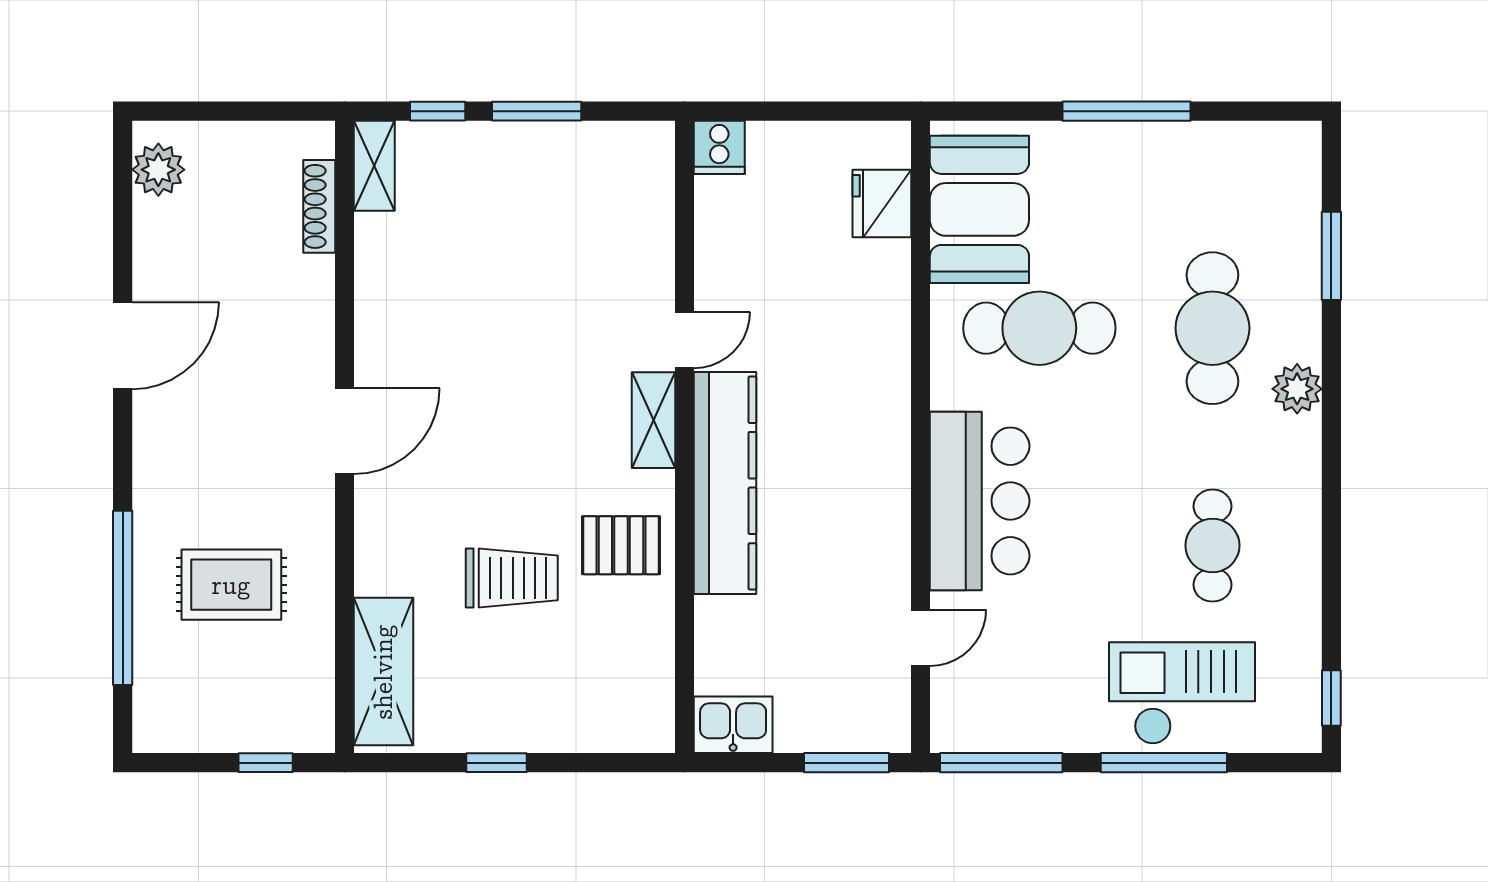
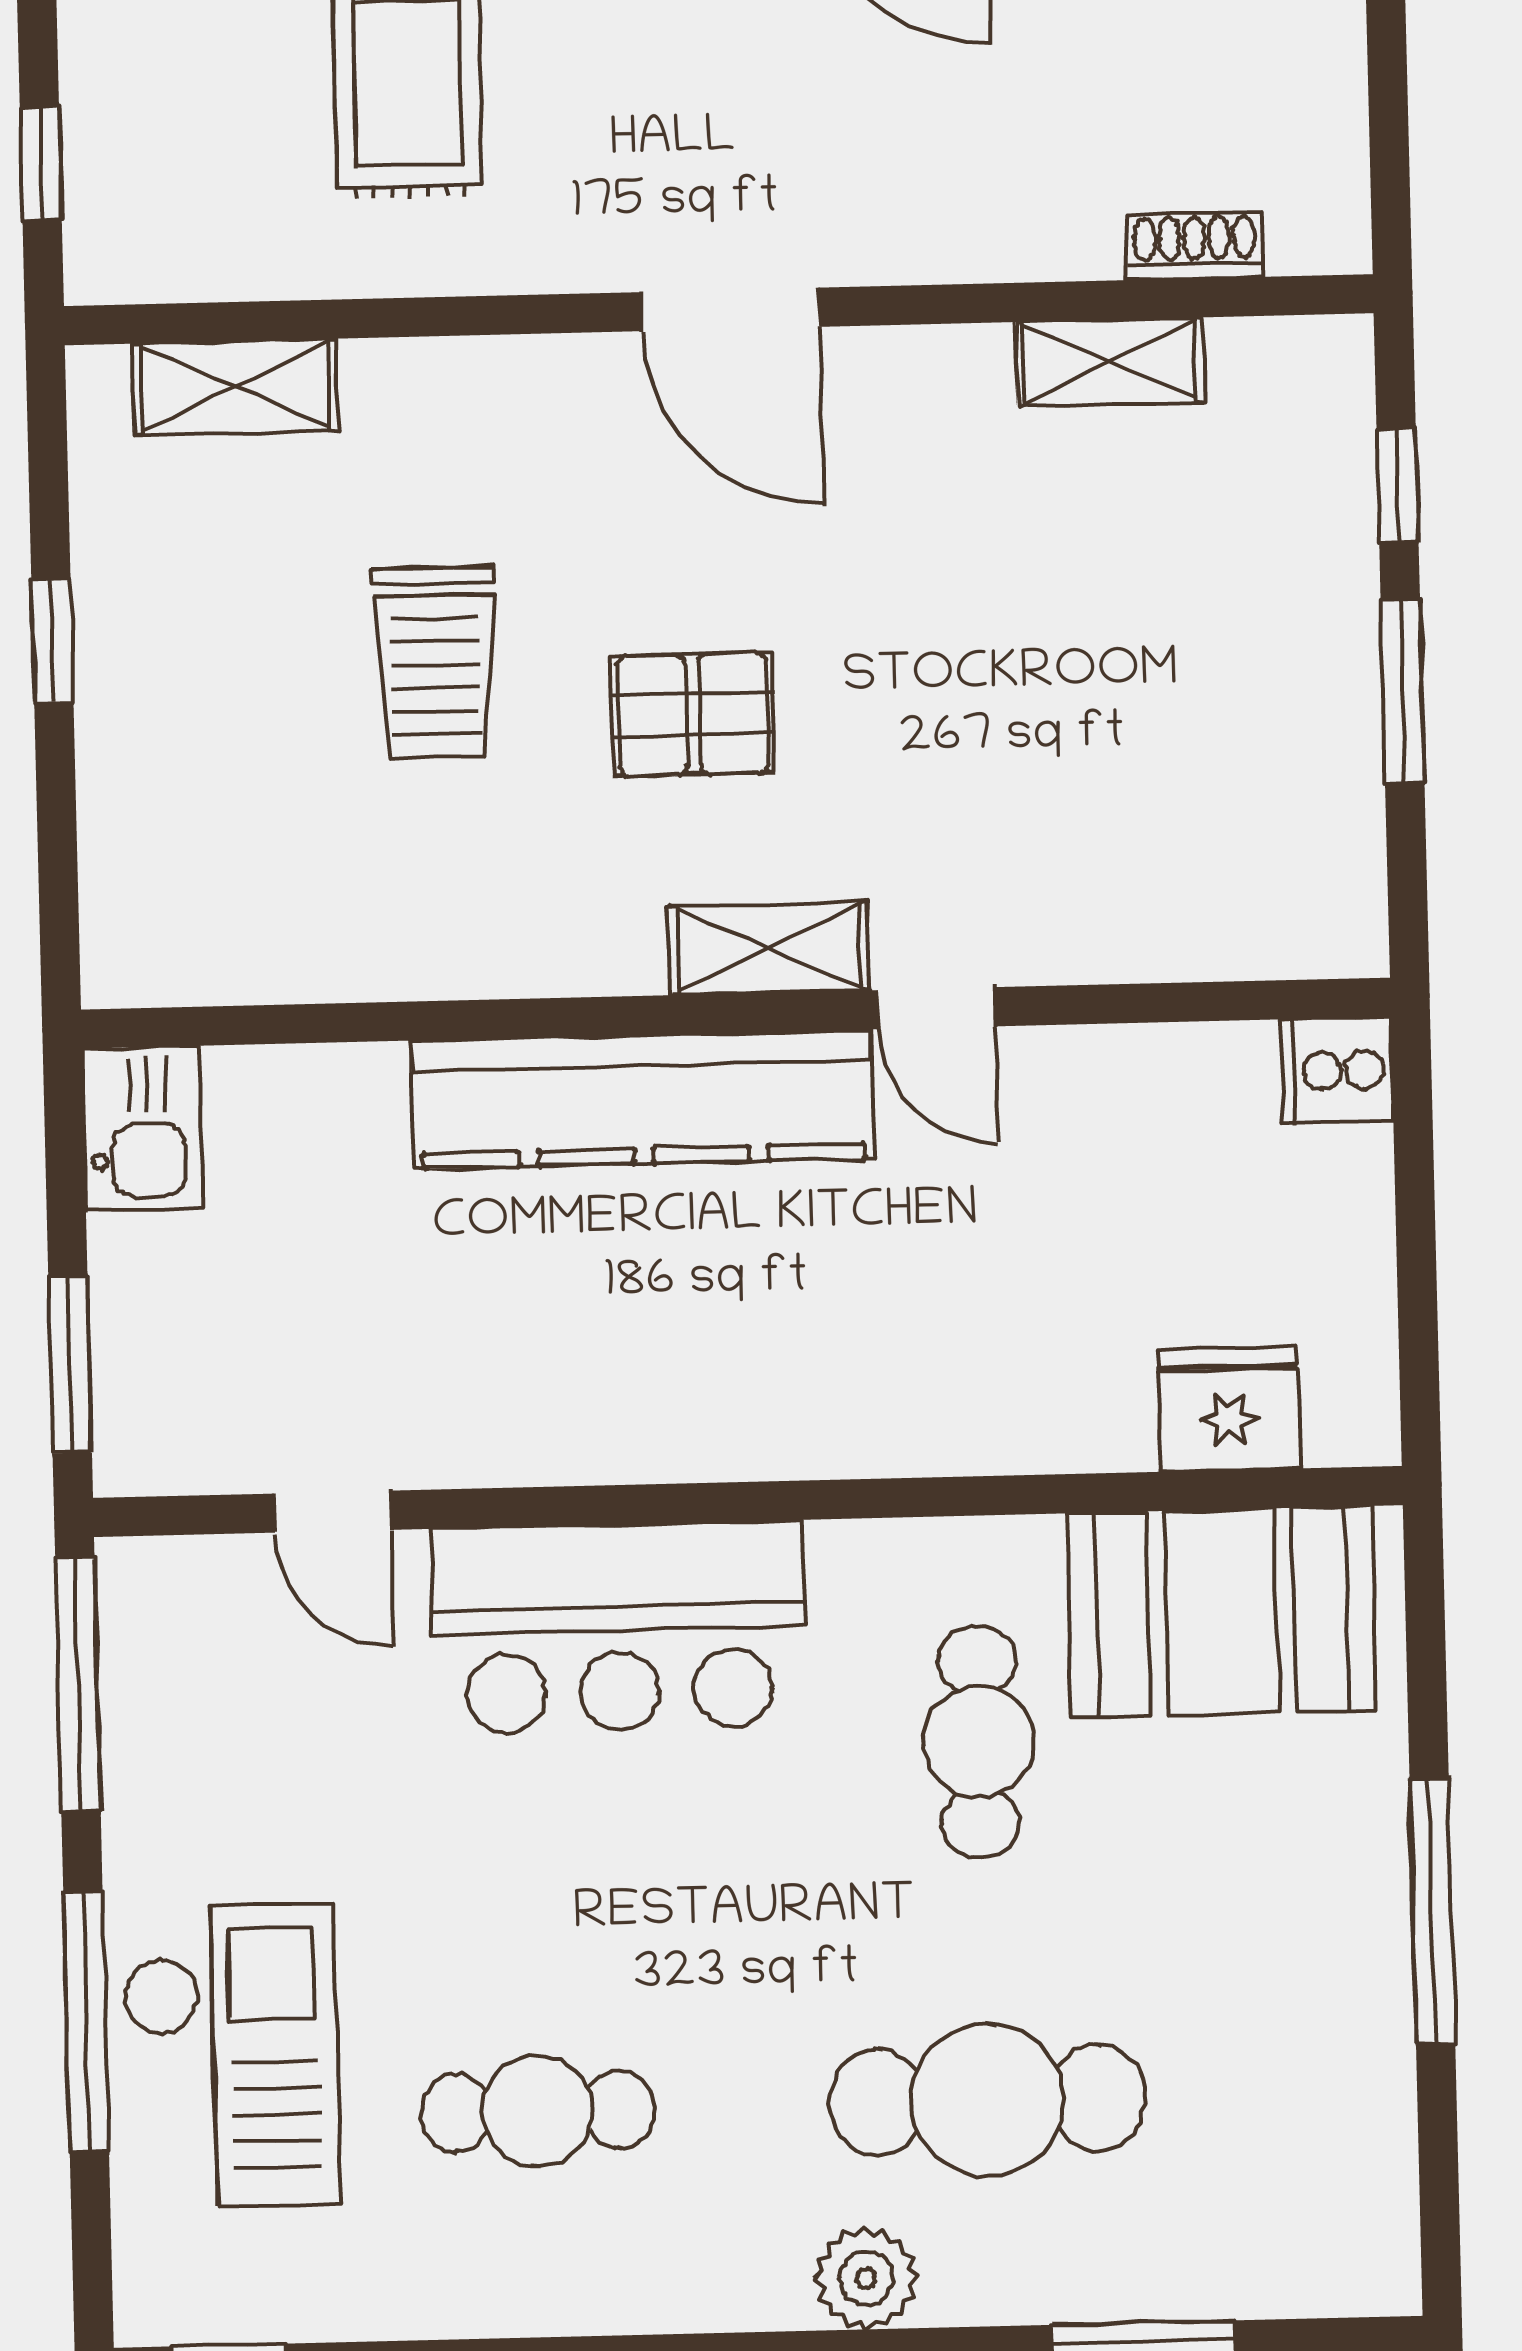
shelving: (374, 166) -> (1109, 362), moved
shoe rack: (319, 206) -> (1194, 246), width x0.70
cafe table: (1039, 328) -> (979, 1742), width x0.73, depth x0.74
pallet: (621, 545) -> (693, 714), moved, turned 90
shelving: (383, 672) -> (235, 387), width x0.67, depth x0.75

